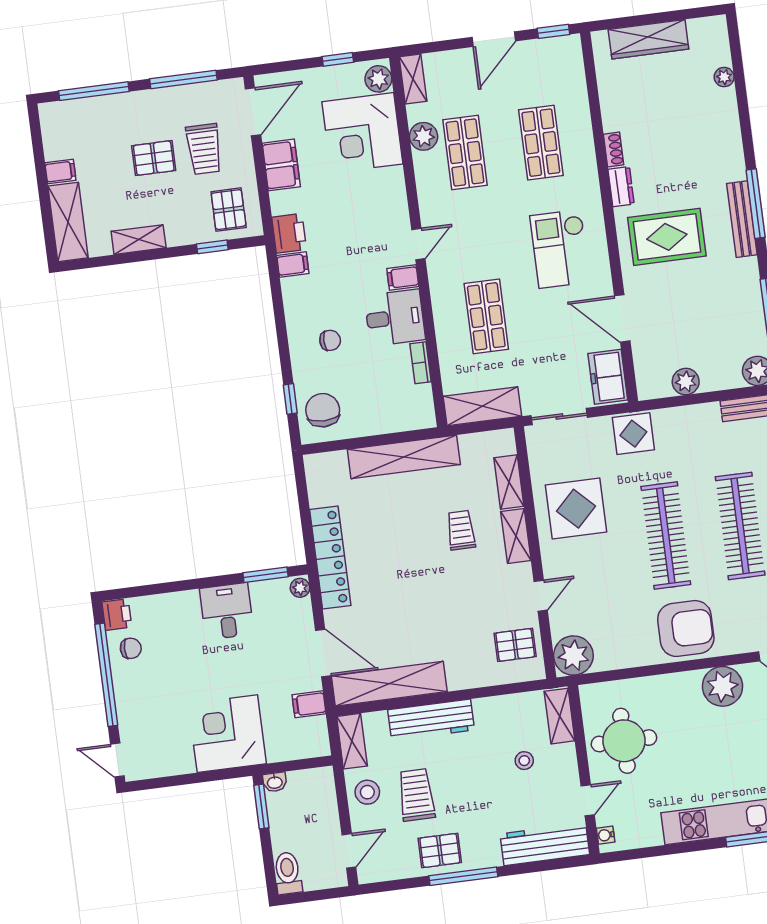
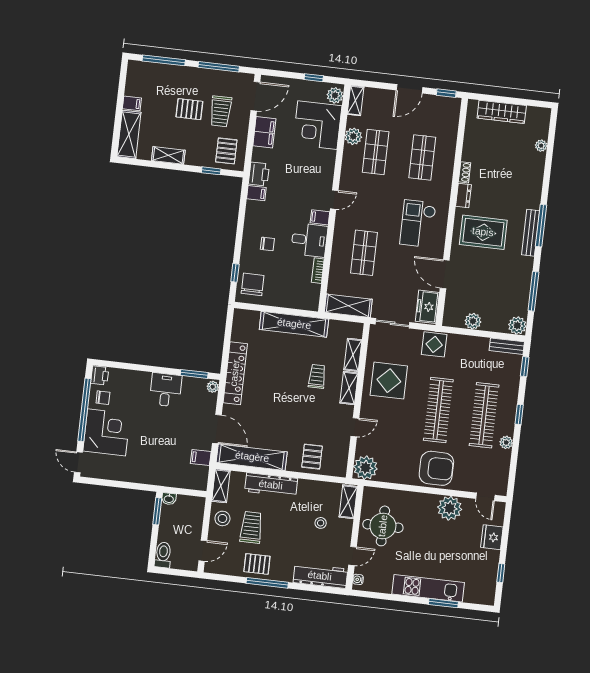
pallet: (515, 645) -> (312, 457), moved, turned 90
corner desk: (227, 734) -> (107, 432), moved, turned 90

